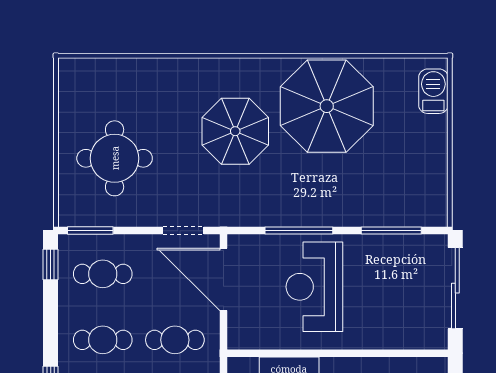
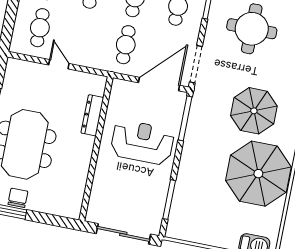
doorway: (183, 231) -> (196, 64), width x1.38
window: (299, 231) -> (185, 118), moved

